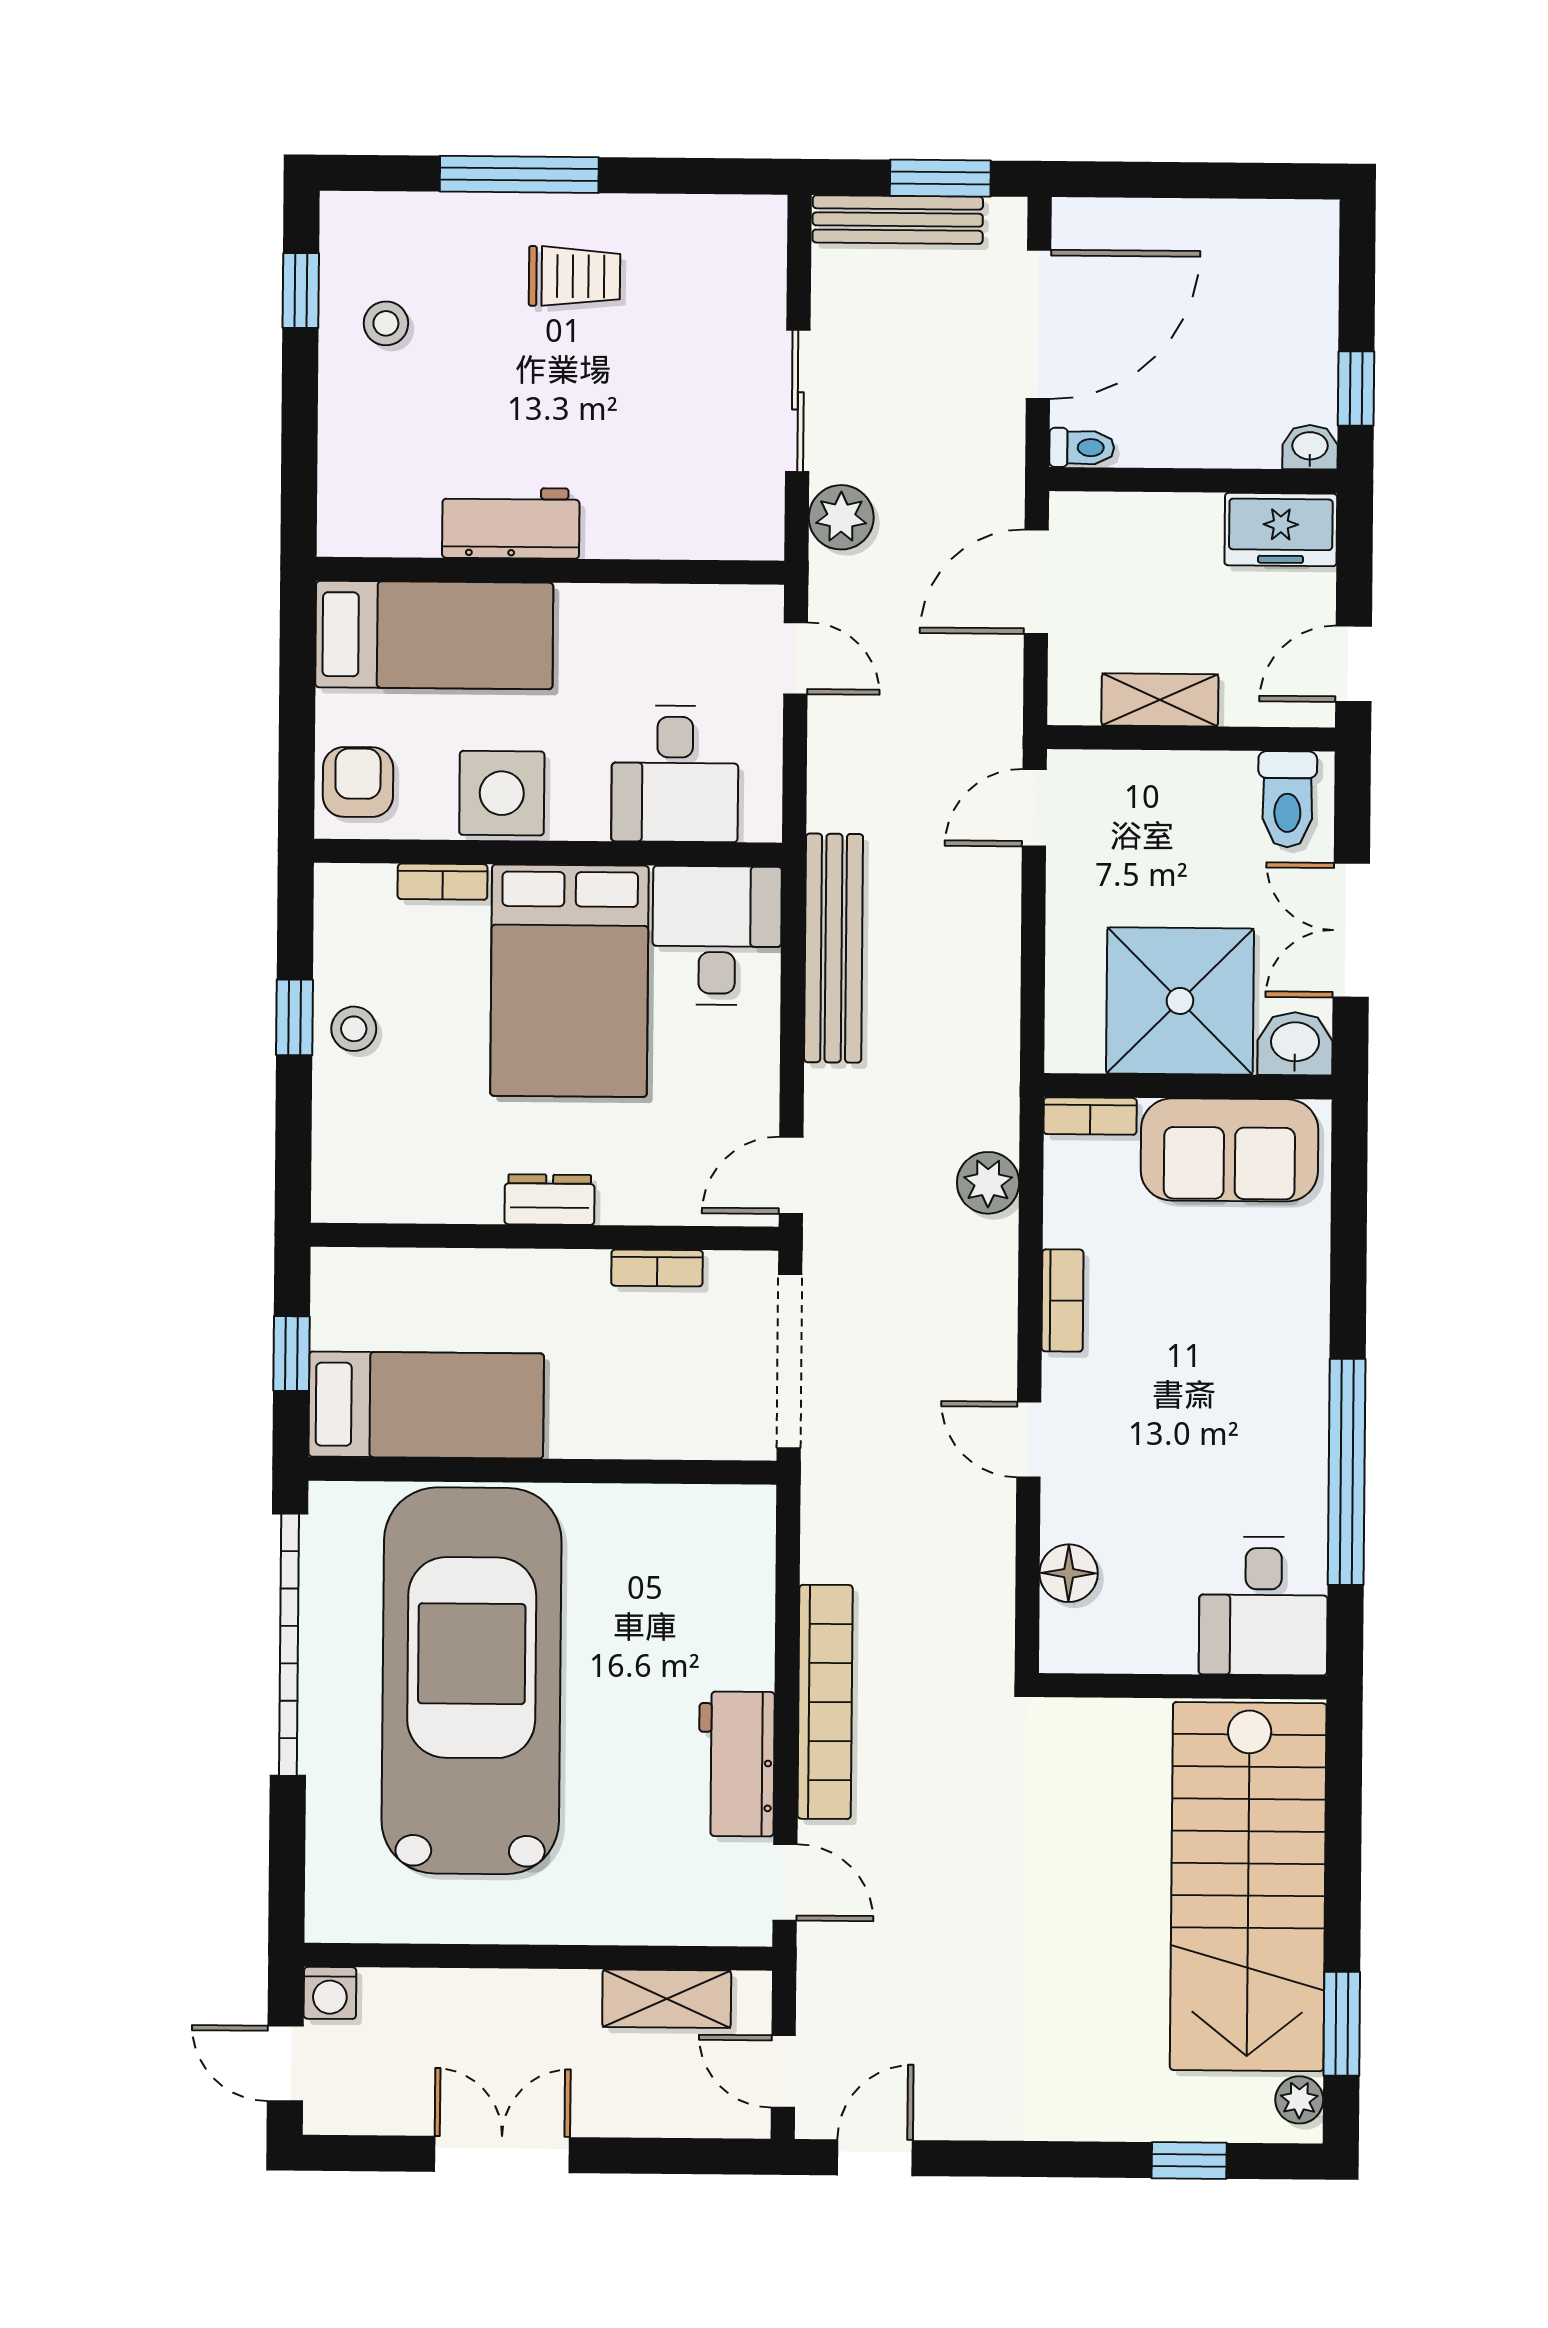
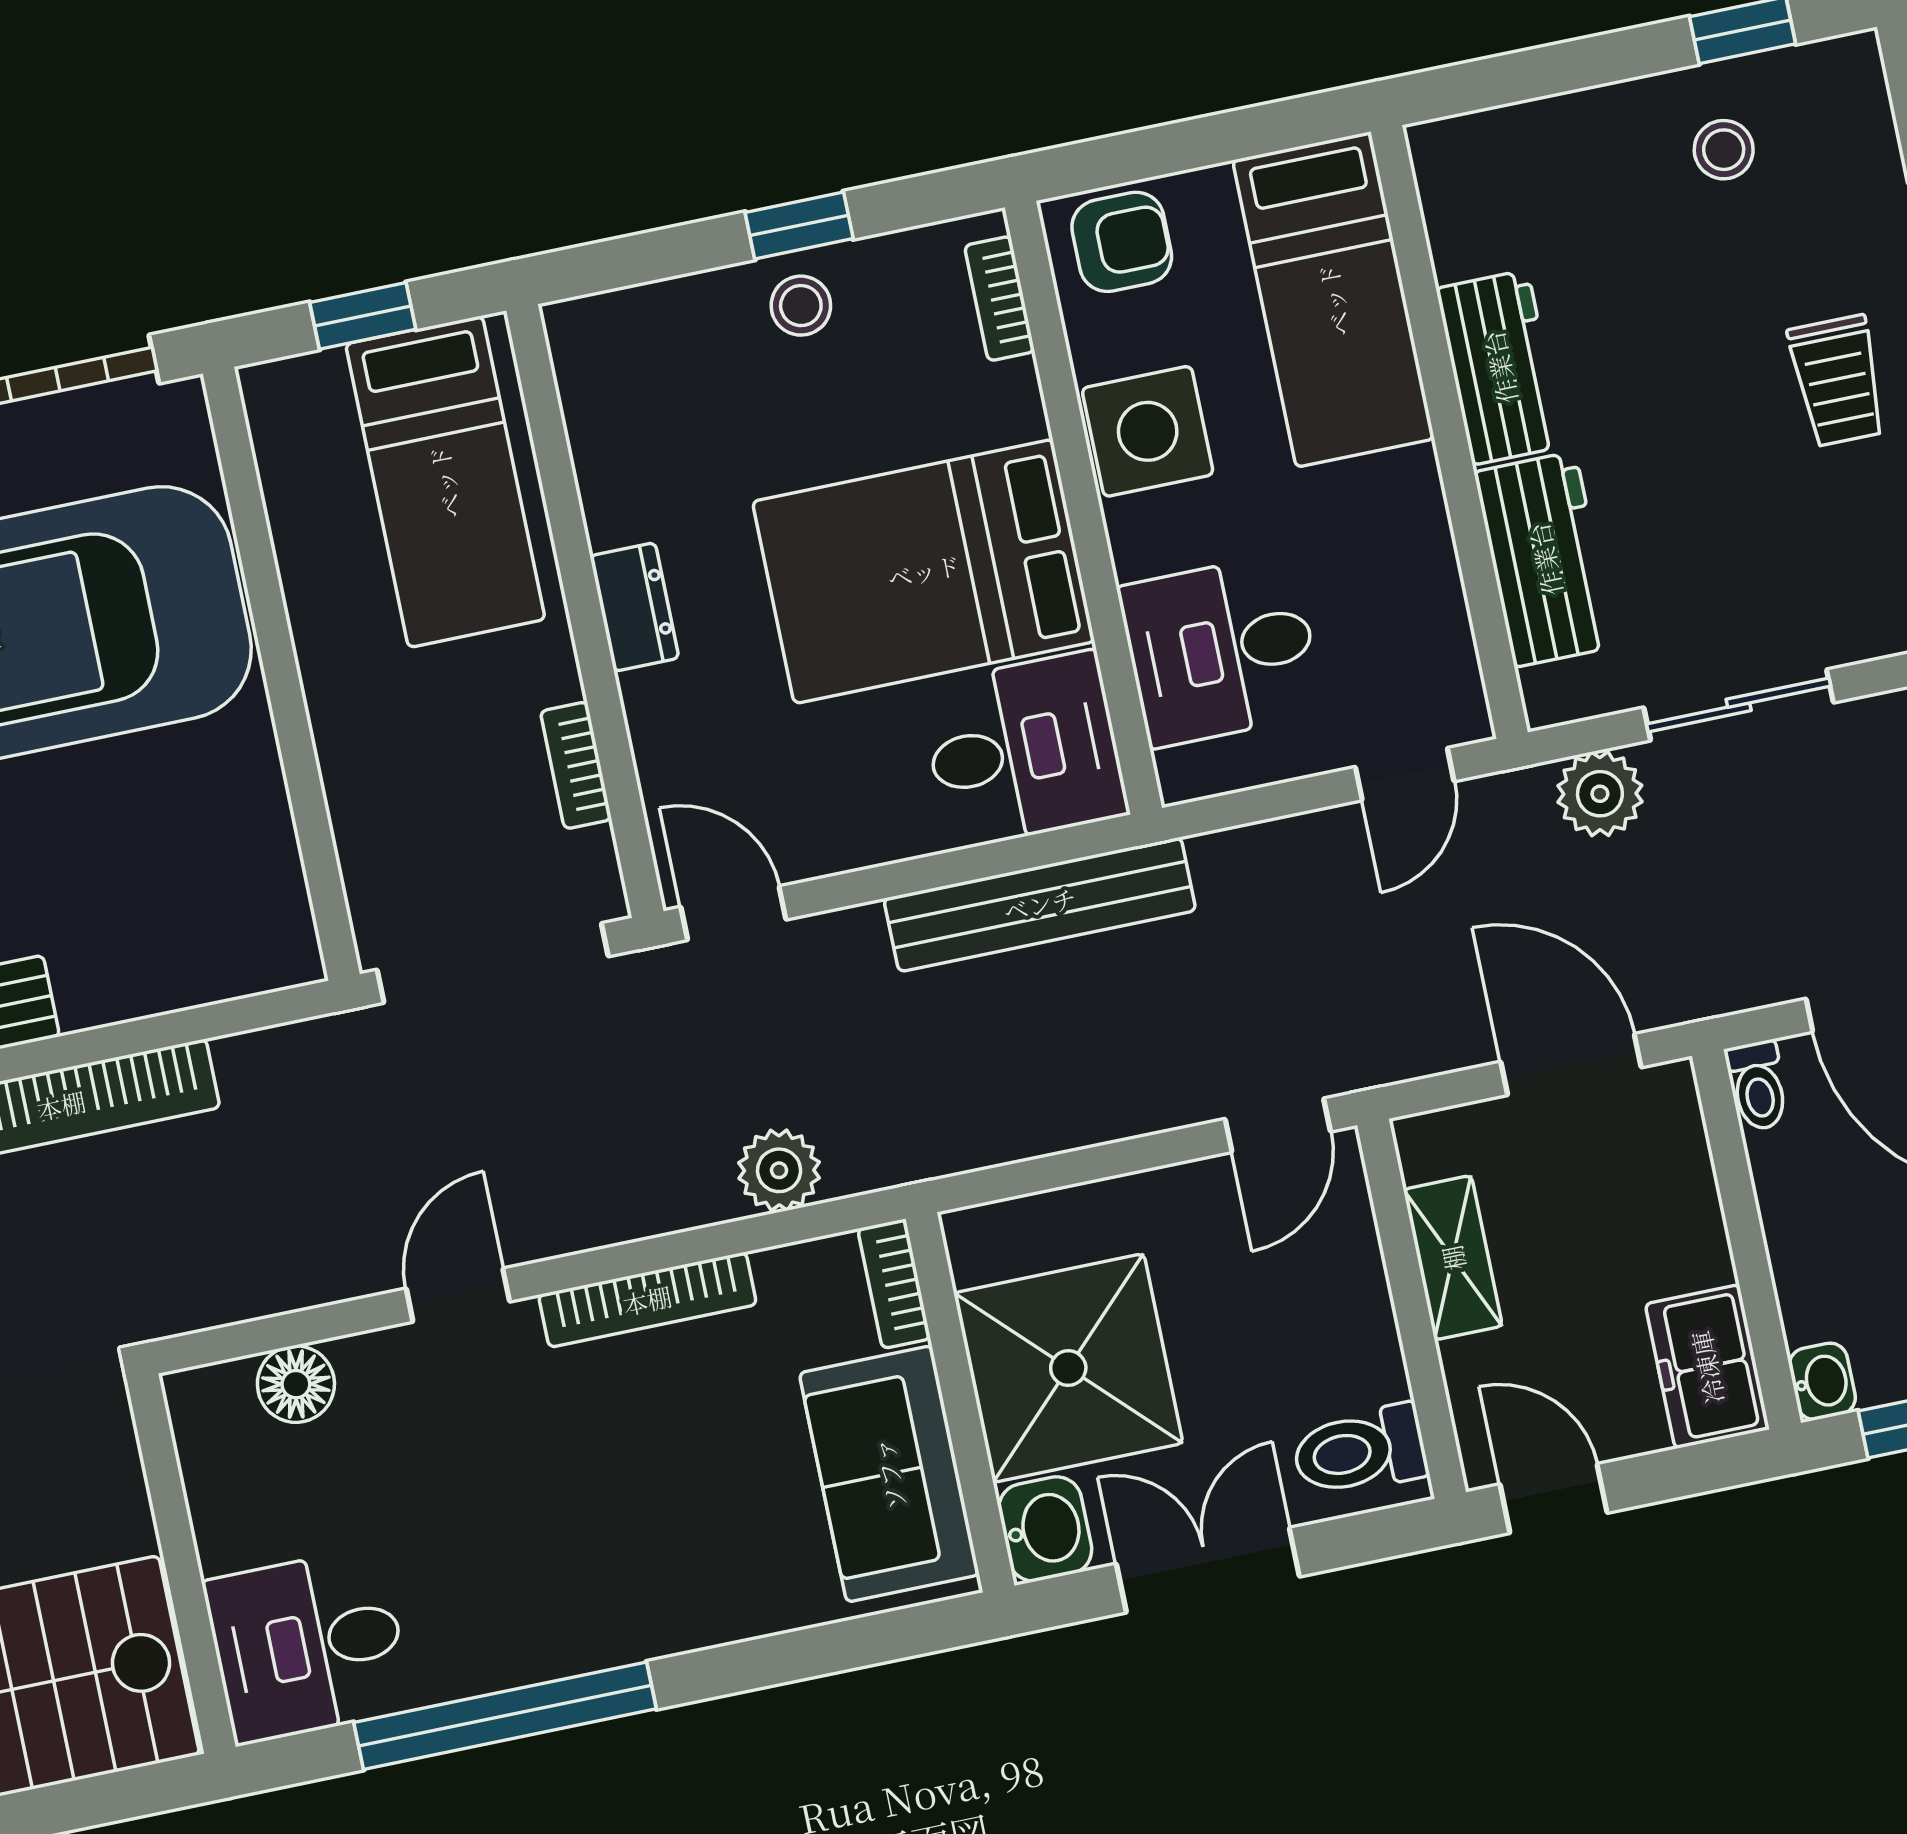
workbench: (659, 521) -> (1545, 559), added
door: (1034, 808) -> (1278, 1125), swing flipped
bookcase: (443, 882) -> (1000, 299), moved
bookcase: (1062, 1300) -> (647, 1300), width x1.56
bed: (426, 1405) -> (445, 482), moved

